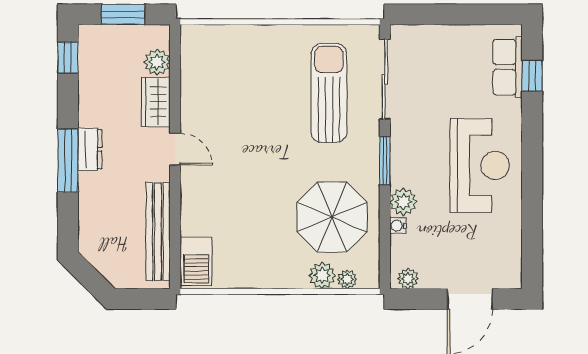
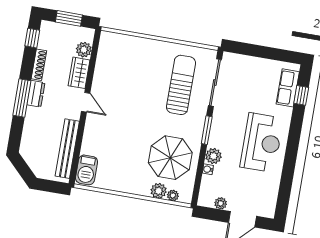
shoe rack: (87, 100) -> (39, 65), added
plant: (408, 279) -> (221, 203), moved

